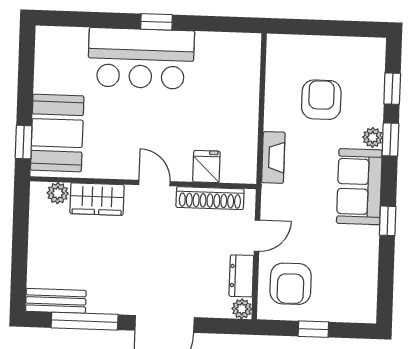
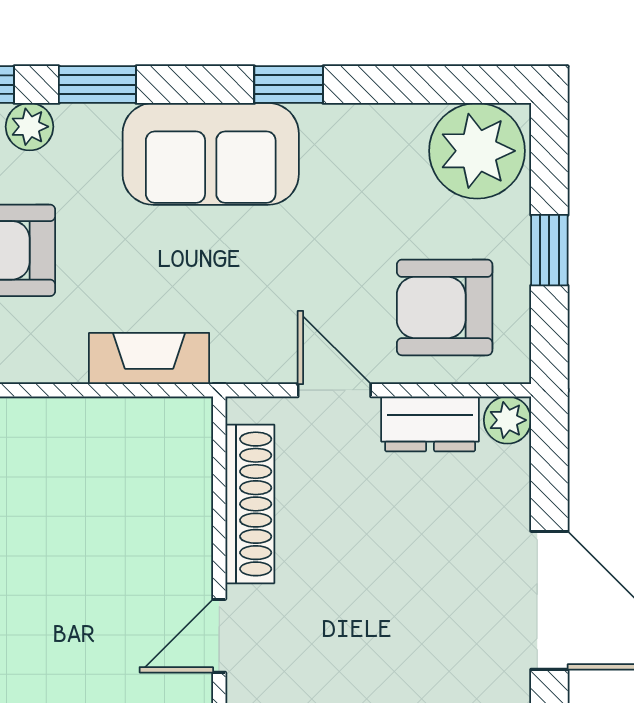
plant: (373, 137) -> (30, 127), moved
fridge: (206, 167) -> (176, 515), removed
armchair: (291, 284) -> (445, 307), turned 180
plant: (357, 300) -> (477, 151), added

